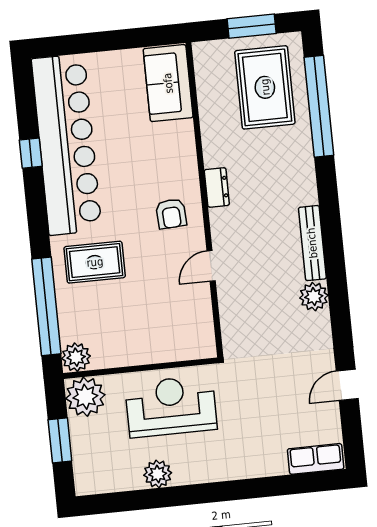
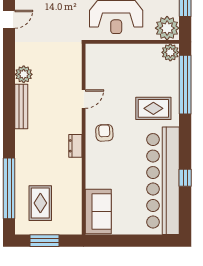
rug: (265, 87) -> (40, 203), width x0.73, depth x0.70

